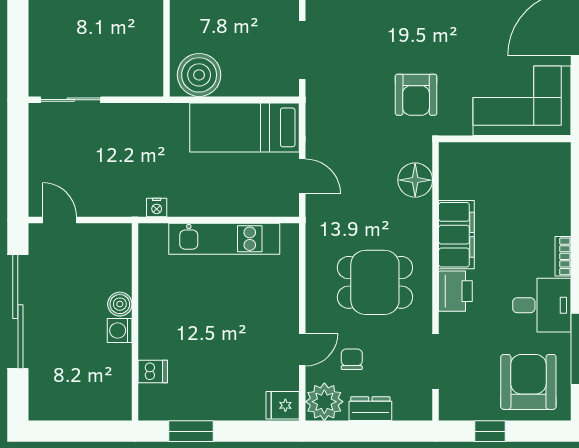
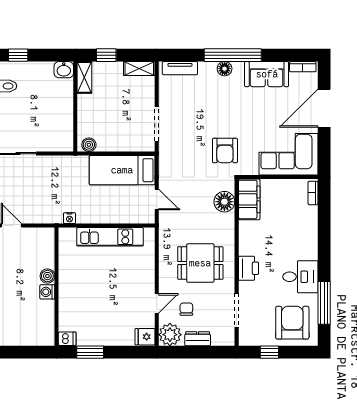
boiler: (199, 75) -> (89, 145), width x0.54, depth x0.54
filing cabinet: (456, 235) -> (249, 199), moved
bookcase: (563, 256) -> (313, 193), moved
dishwasher: (153, 372) -> (67, 339), moved

